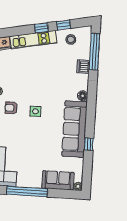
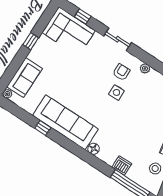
side table: (35, 111) -> (117, 93), moved
window: (27, 191) -> (31, 41), width x0.32

